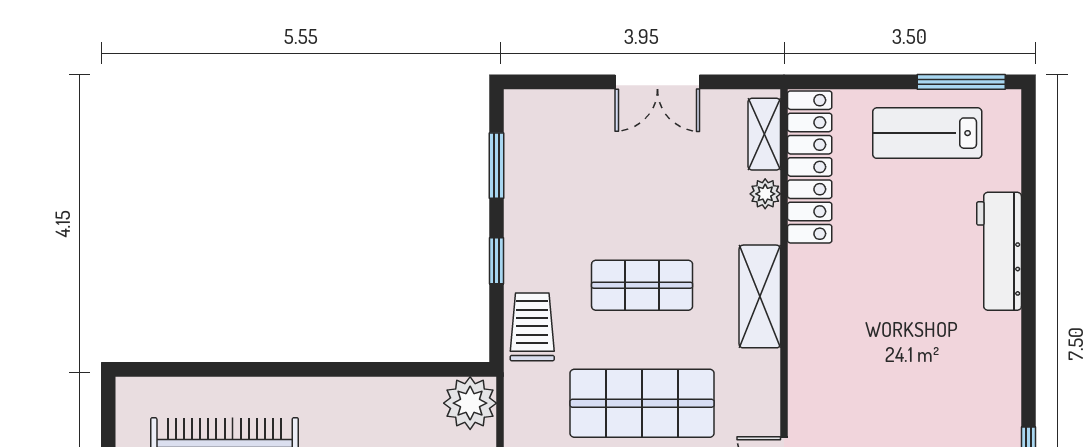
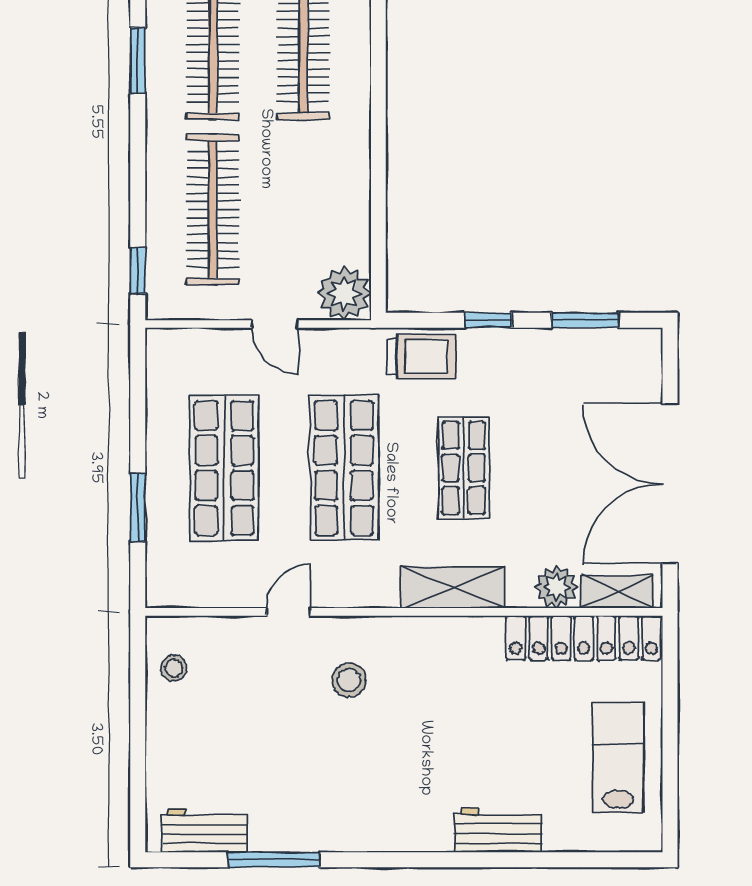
double door: (657, 82) -> (670, 483), width x1.87
window: (961, 82) -> (670, 792), removed
plant: (765, 194) -> (556, 587), width x1.38, depth x1.38
workbench: (999, 251) -> (498, 830), width x0.73
stool: (851, 398) -> (349, 680), added

